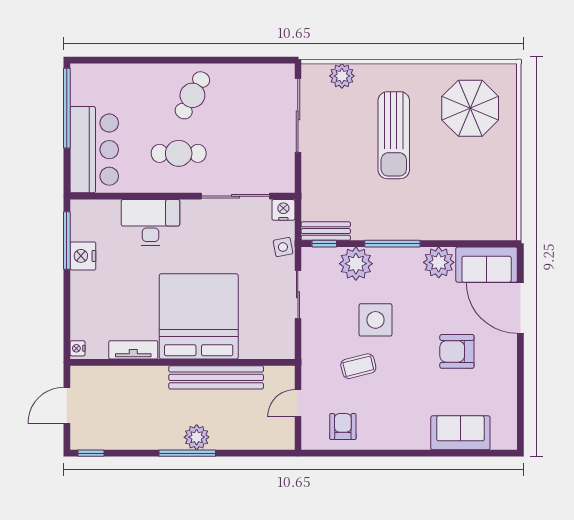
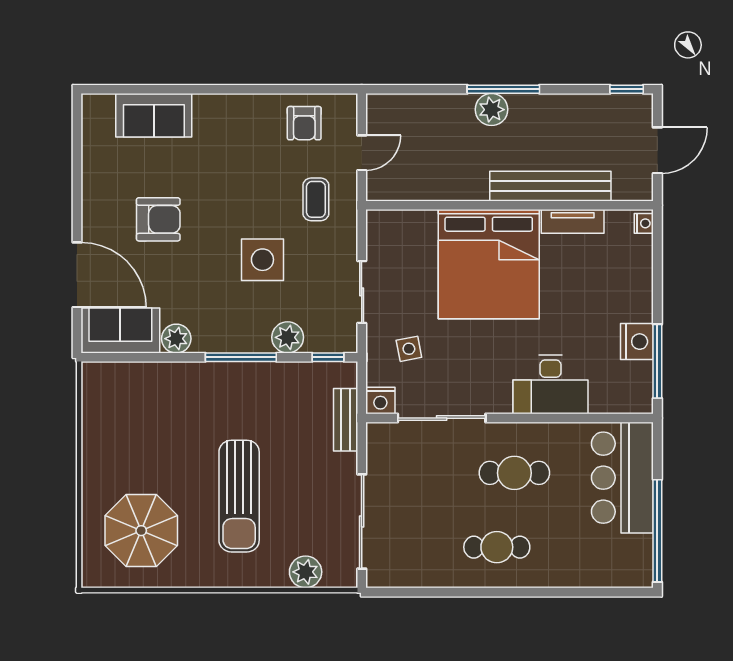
cafe table: (192, 95) -> (497, 547), turned 61
sun lounger: (394, 135) -> (239, 496), turned 180
bench: (326, 231) -> (346, 420), moved, turned 90
side table: (283, 247) -> (409, 349), moved
plant: (439, 262) -> (176, 339), width x0.73, depth x0.73
plant: (356, 264) -> (288, 337), width x0.73, depth x0.73
coffee table: (358, 366) -> (316, 199), moved, turned -76
bench: (216, 377) -> (550, 186), moved

